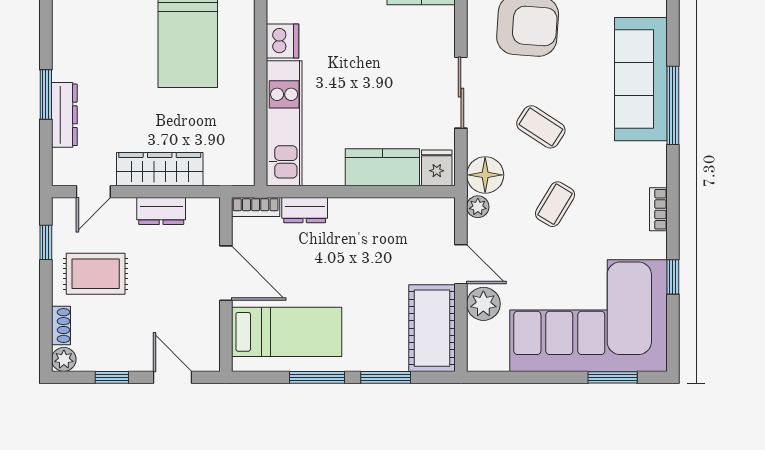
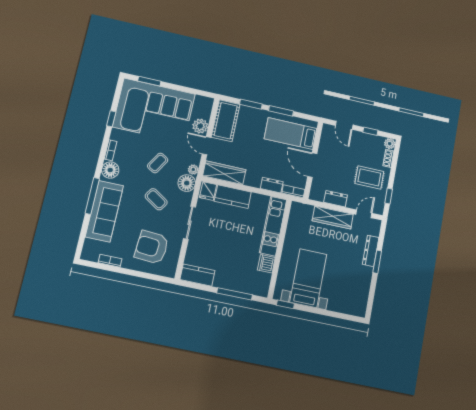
floor lamp: (649, 167) -> (110, 170), added
wardrobe: (411, 214) -> (224, 173), added

